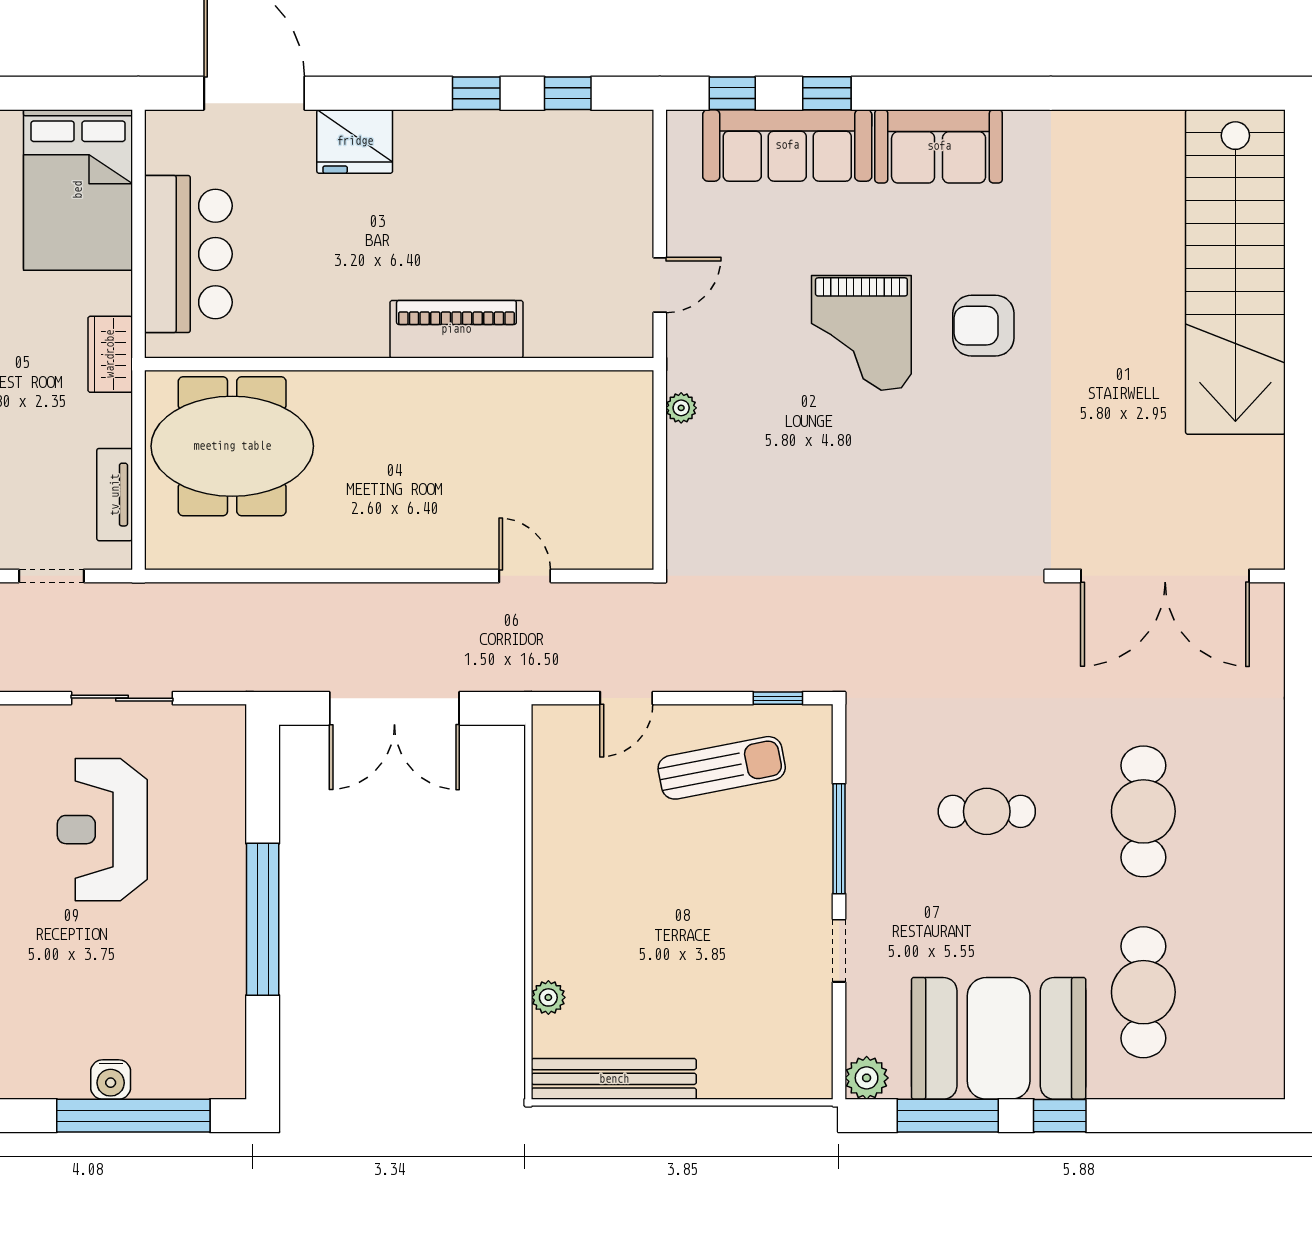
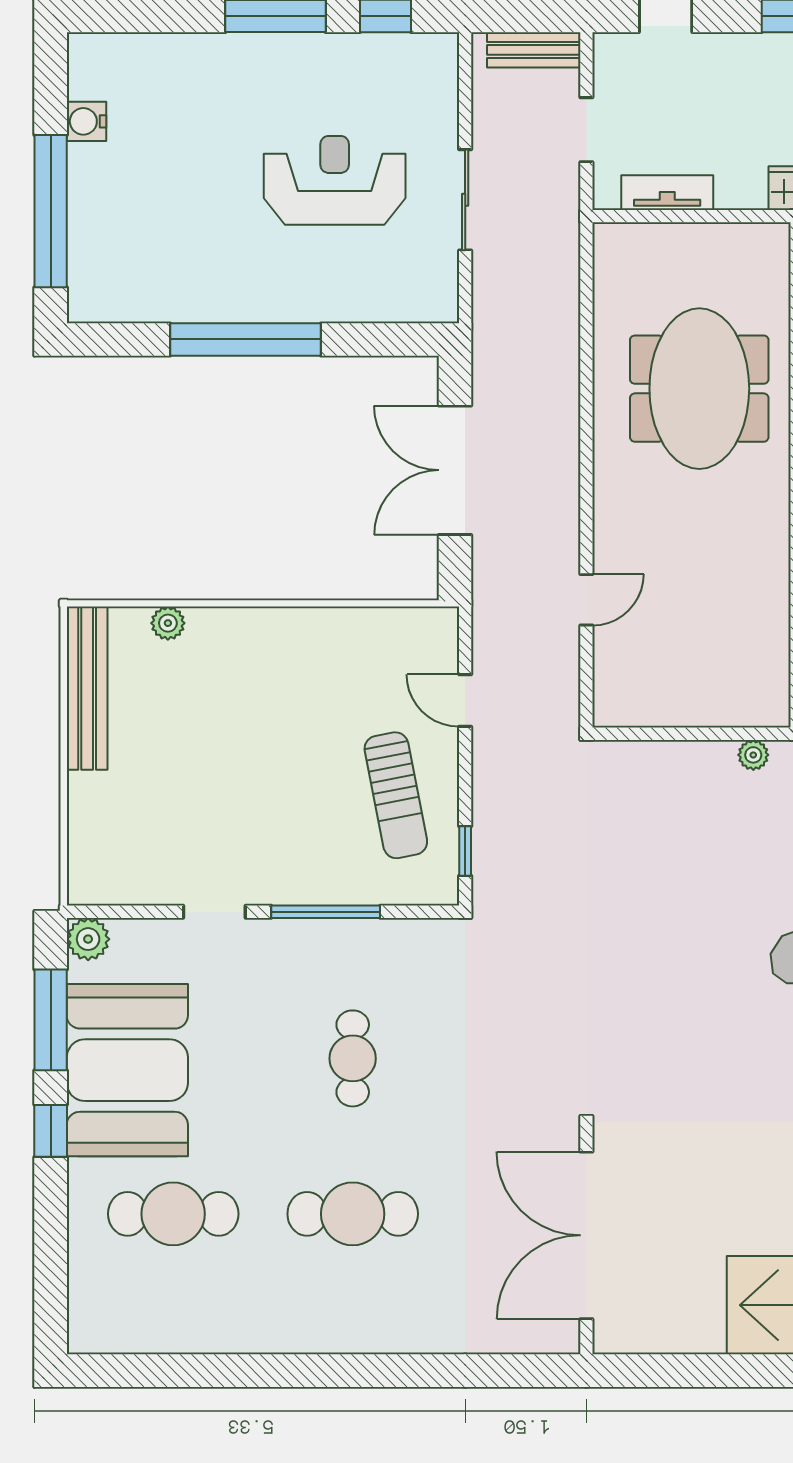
meeting table: (232, 446) -> (699, 389), moved
water cooler: (111, 1079) -> (86, 121), moved

